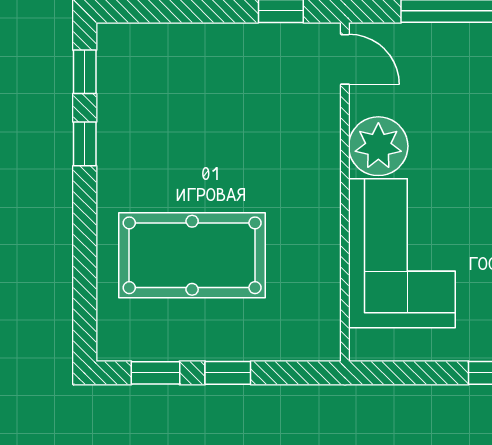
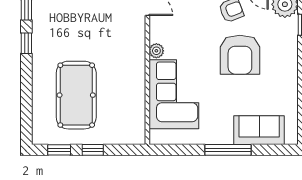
plant: (378, 146) -> (156, 51), width x0.53, depth x0.53
pool table: (192, 255) -> (76, 95), turned 90

